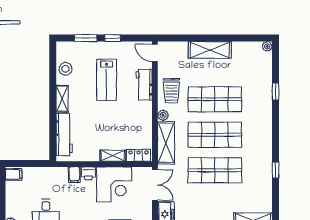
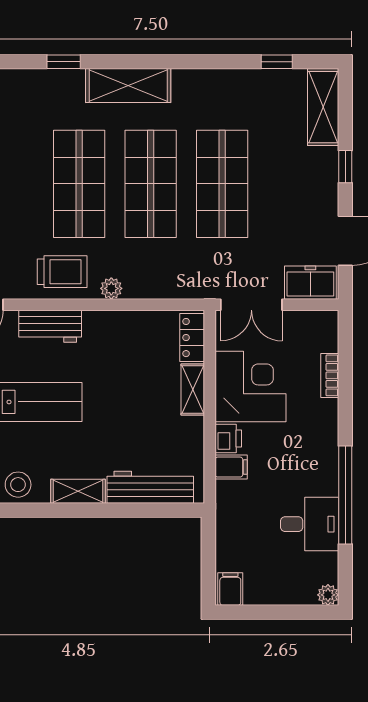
shelving: (166, 143) -> (128, 86), moved
window: (276, 170) -> (277, 62), moved
double door: (155, 185) -> (251, 305), swing flipped

